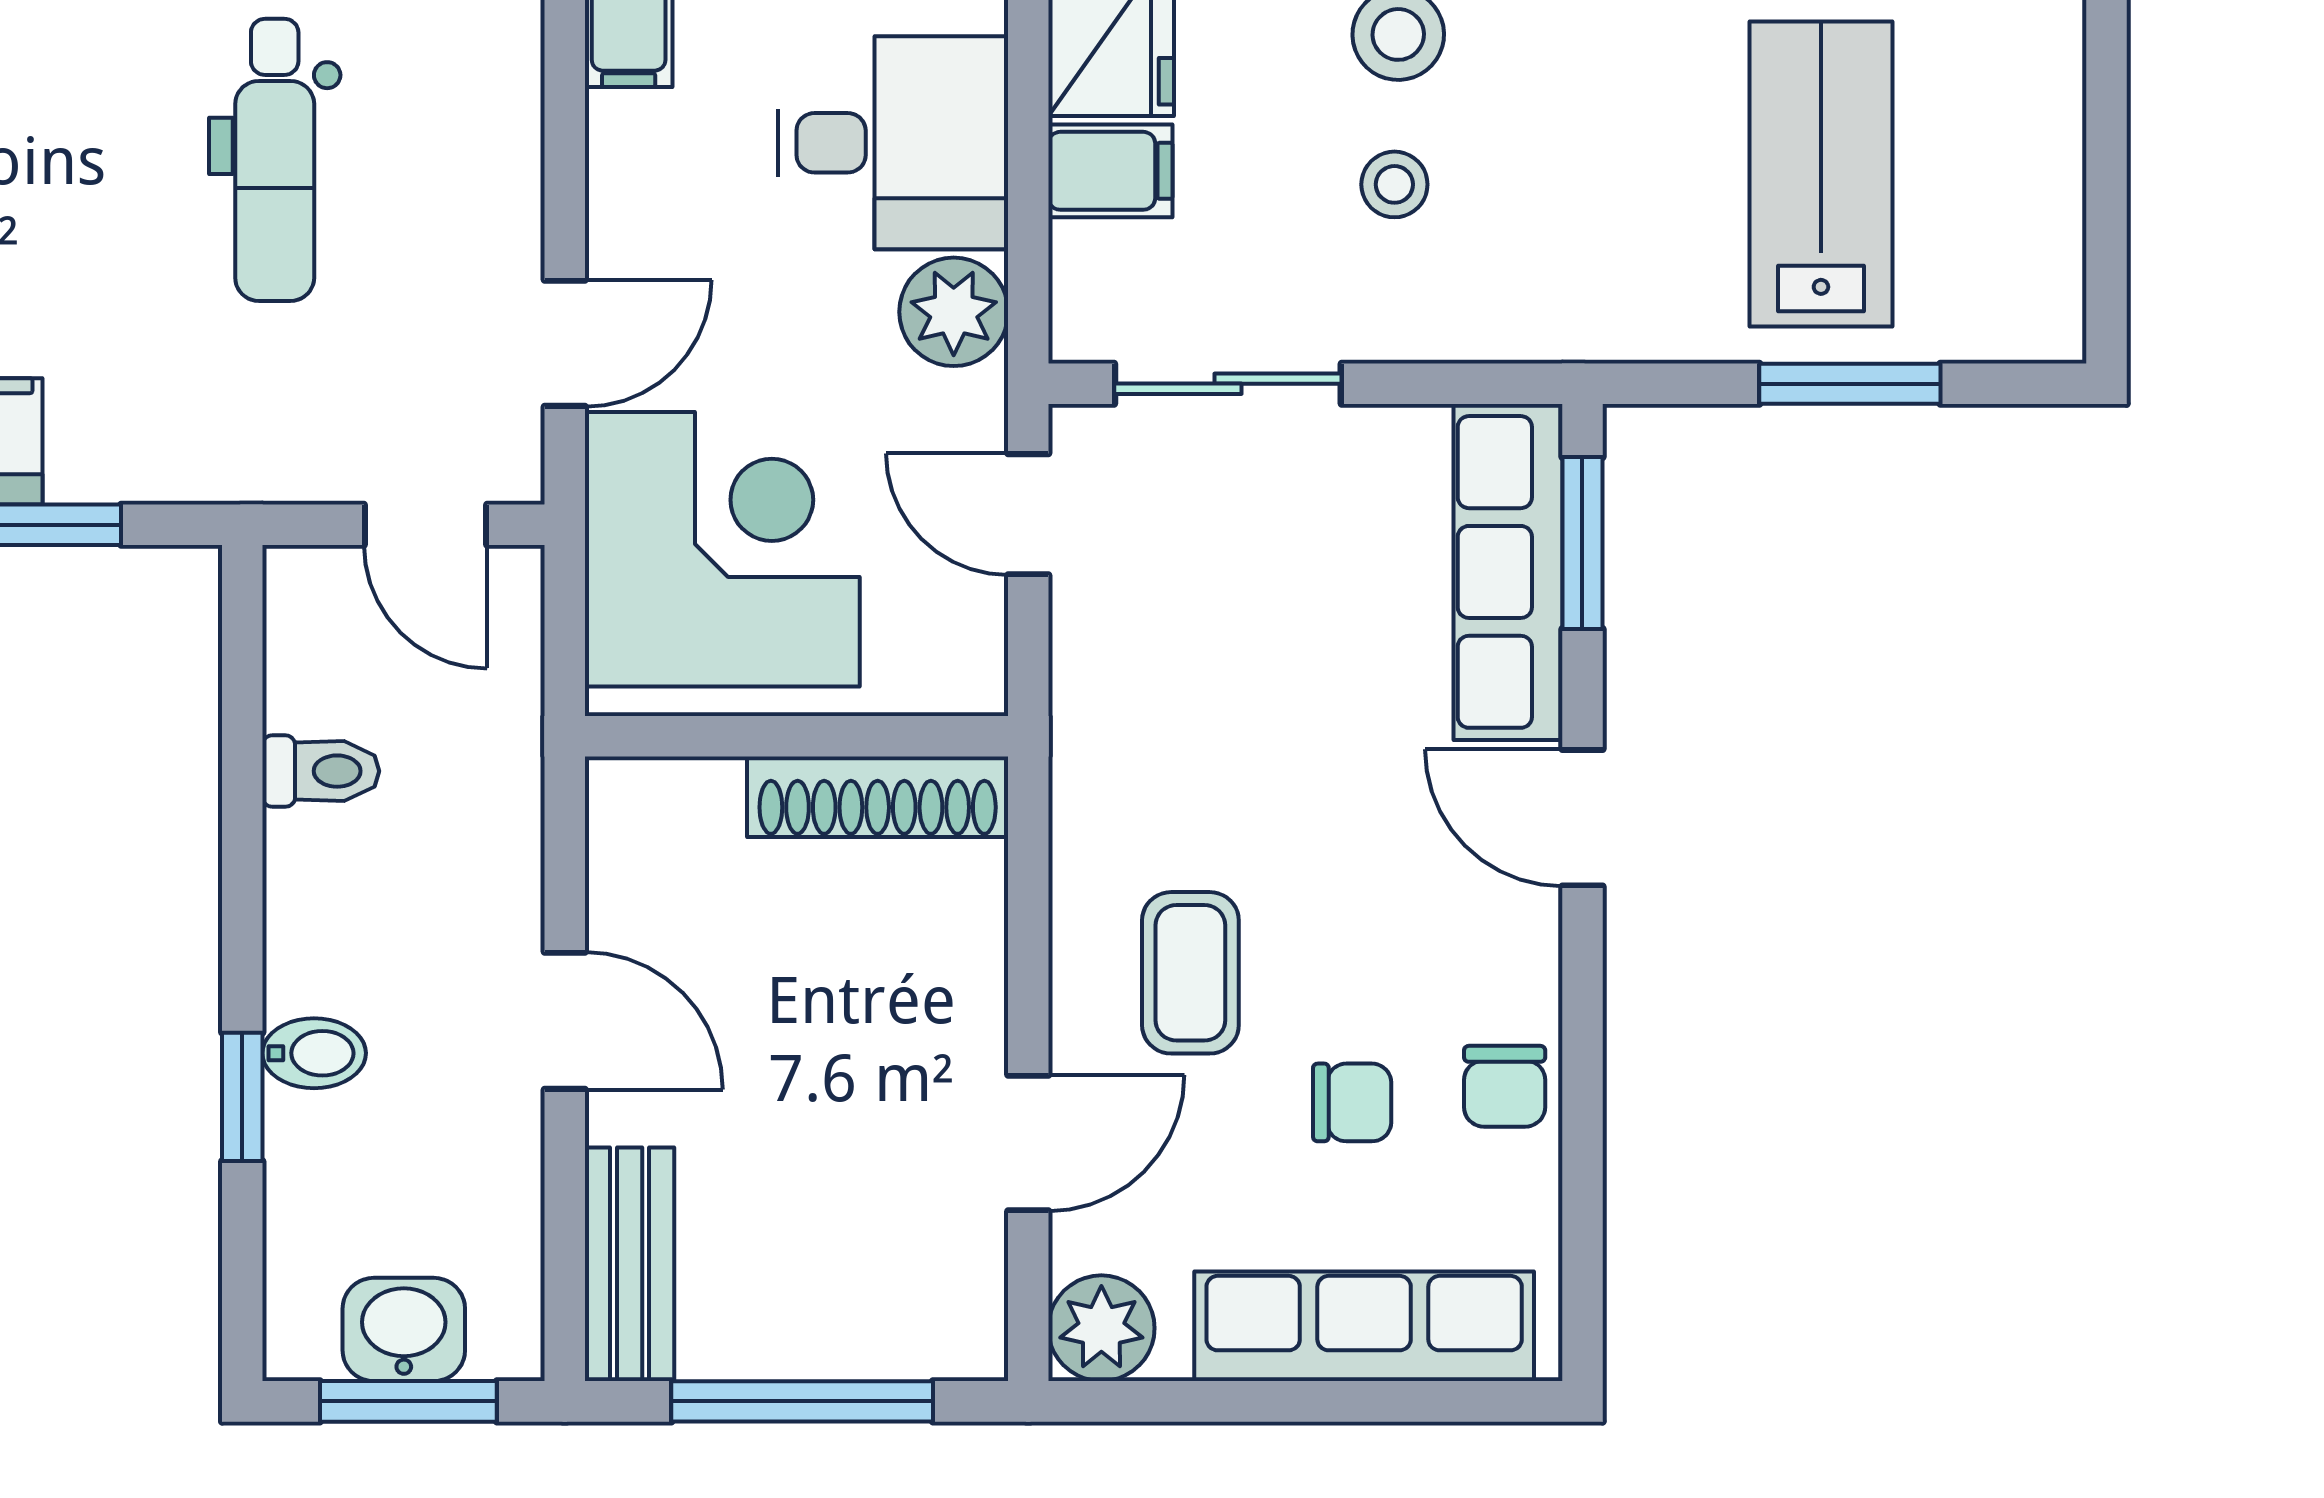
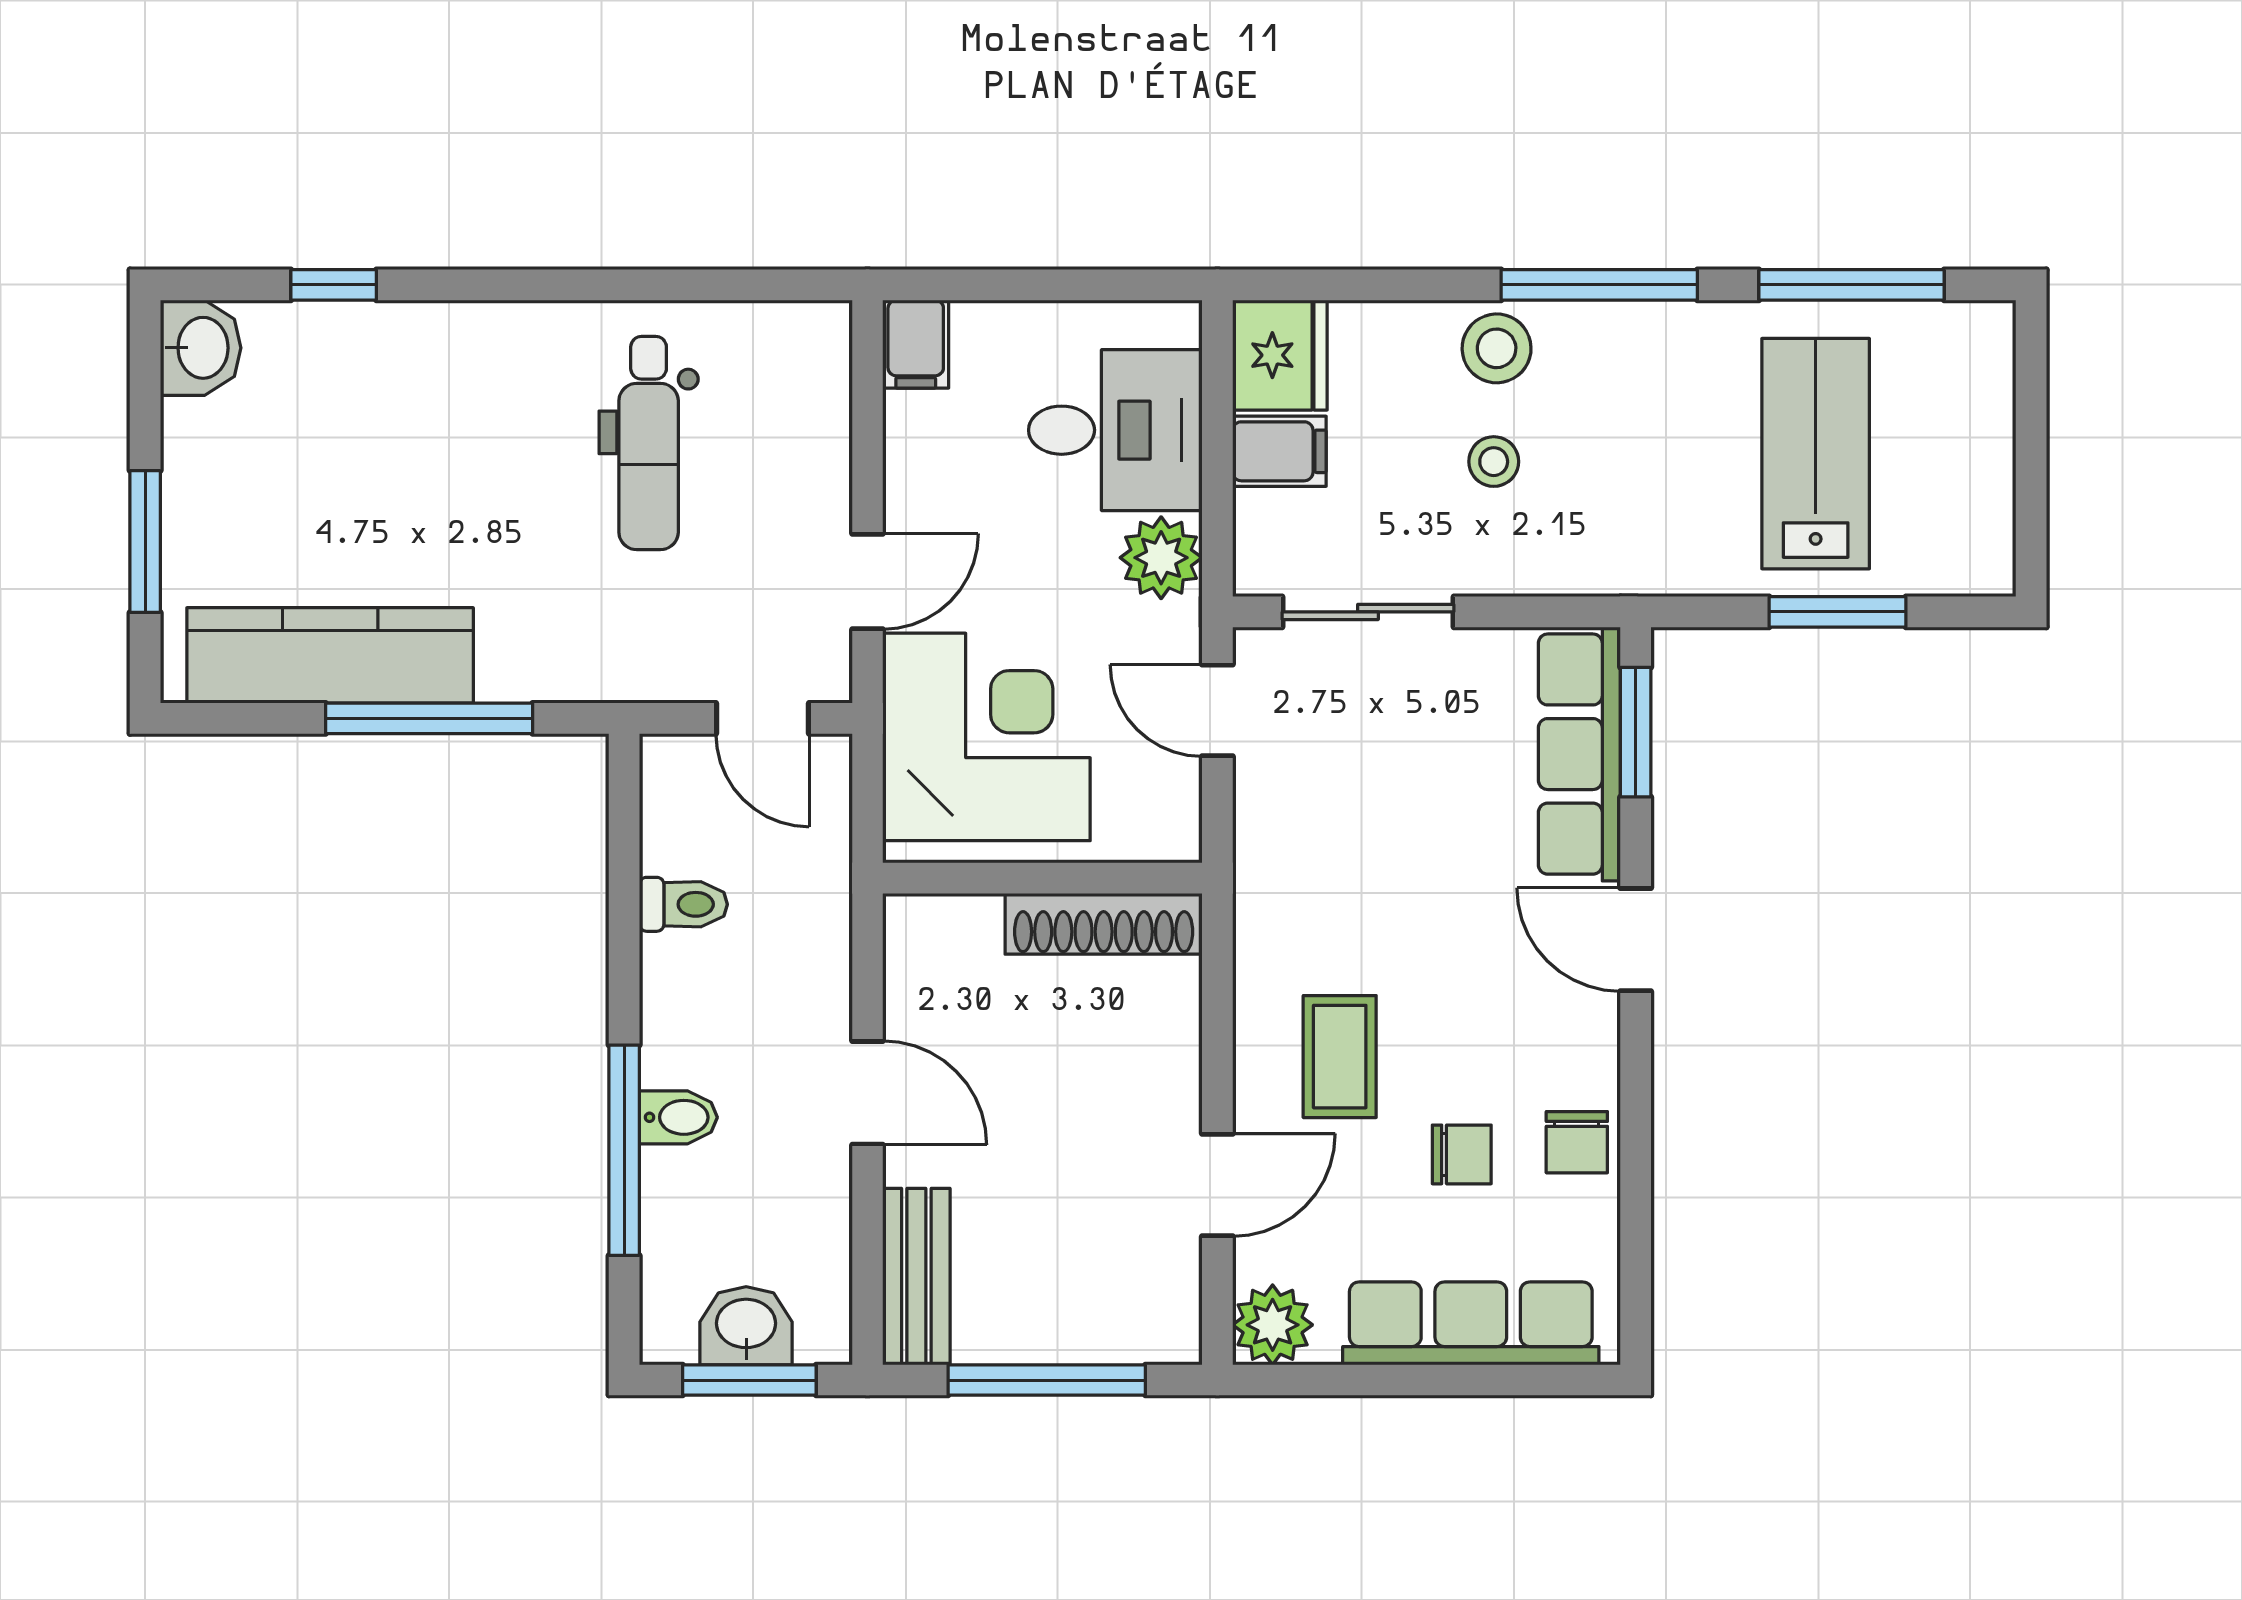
window: (242, 1097) -> (624, 1150), width x2.17

